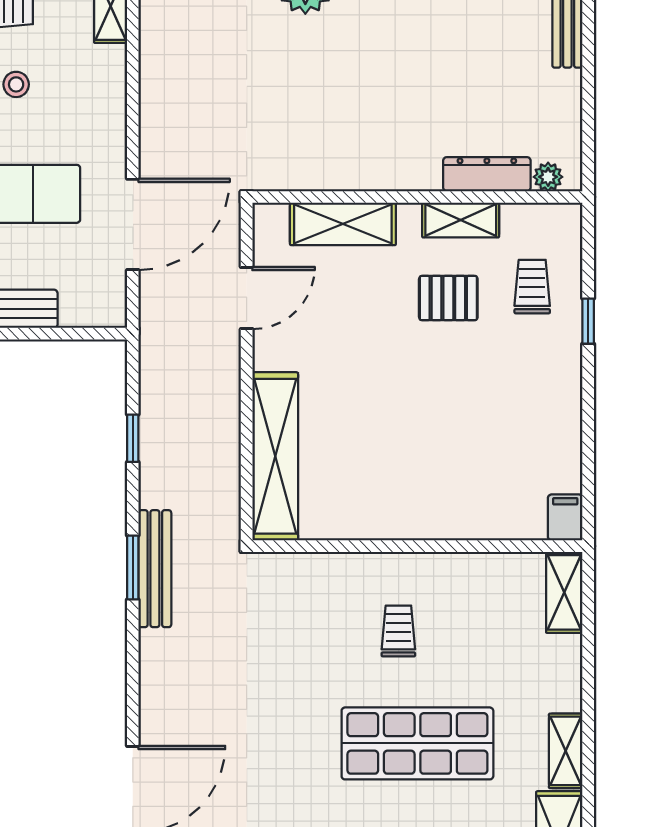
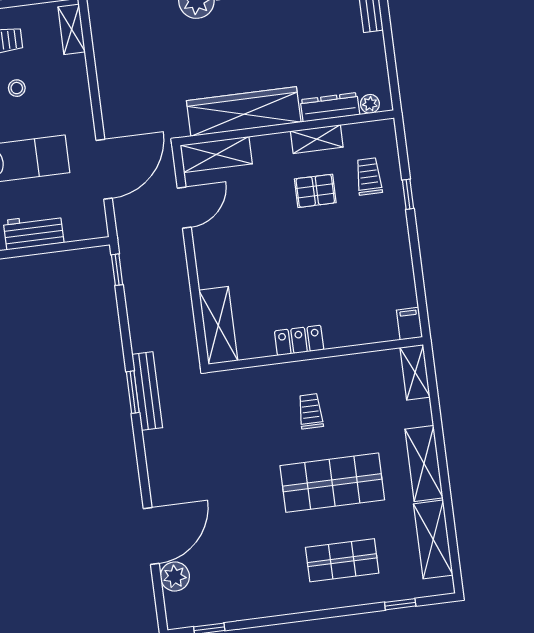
wardrobe: (355, 164) -> (244, 111), added
shelving: (343, 224) -> (216, 155), moved
window: (133, 438) -> (117, 270), moved
shelving: (275, 456) -> (218, 325), width x0.68
locker: (395, 521) -> (299, 340), added
shelving: (566, 751) -> (424, 464), width x1.50, depth x1.33

